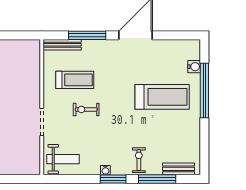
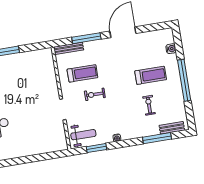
window: (204, 91) -> (184, 80), moved
treadmill: (162, 97) -> (151, 75), width x0.73, depth x0.73
exercise bike: (139, 160) -> (149, 105), moved
window: (113, 179) -> (97, 148), moved

